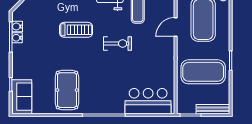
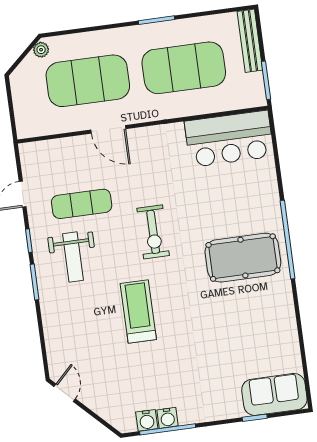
exercise bike: (118, 44) -> (153, 232), turned 180
exercise mat: (203, 72) -> (184, 68), turned 90
pool table: (67, 90) -> (243, 258), moved
bar counter: (148, 101) -> (229, 139), moved, turned -90

